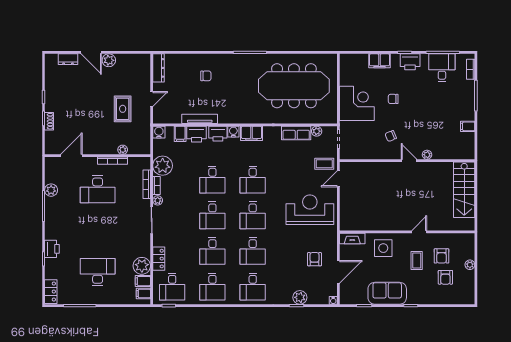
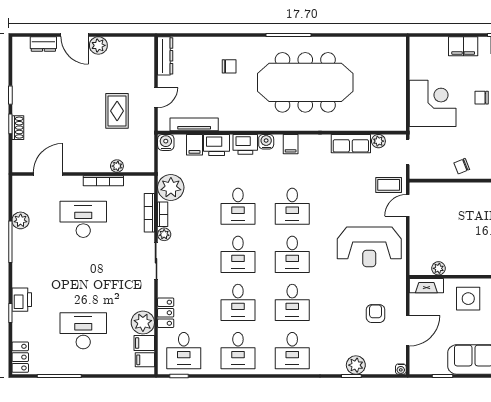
meeting table: (294, 86) -> (305, 82), moved
tv unit: (200, 119) -> (194, 124), moved
filing cabinet: (251, 133) -> (291, 144), width x0.50
chair: (391, 136) -> (462, 166), moved
desk: (98, 189) -> (83, 219), turned 180
reception desk: (310, 210) -> (369, 247), turned 180
plant: (361, 226) -> (438, 268), added

